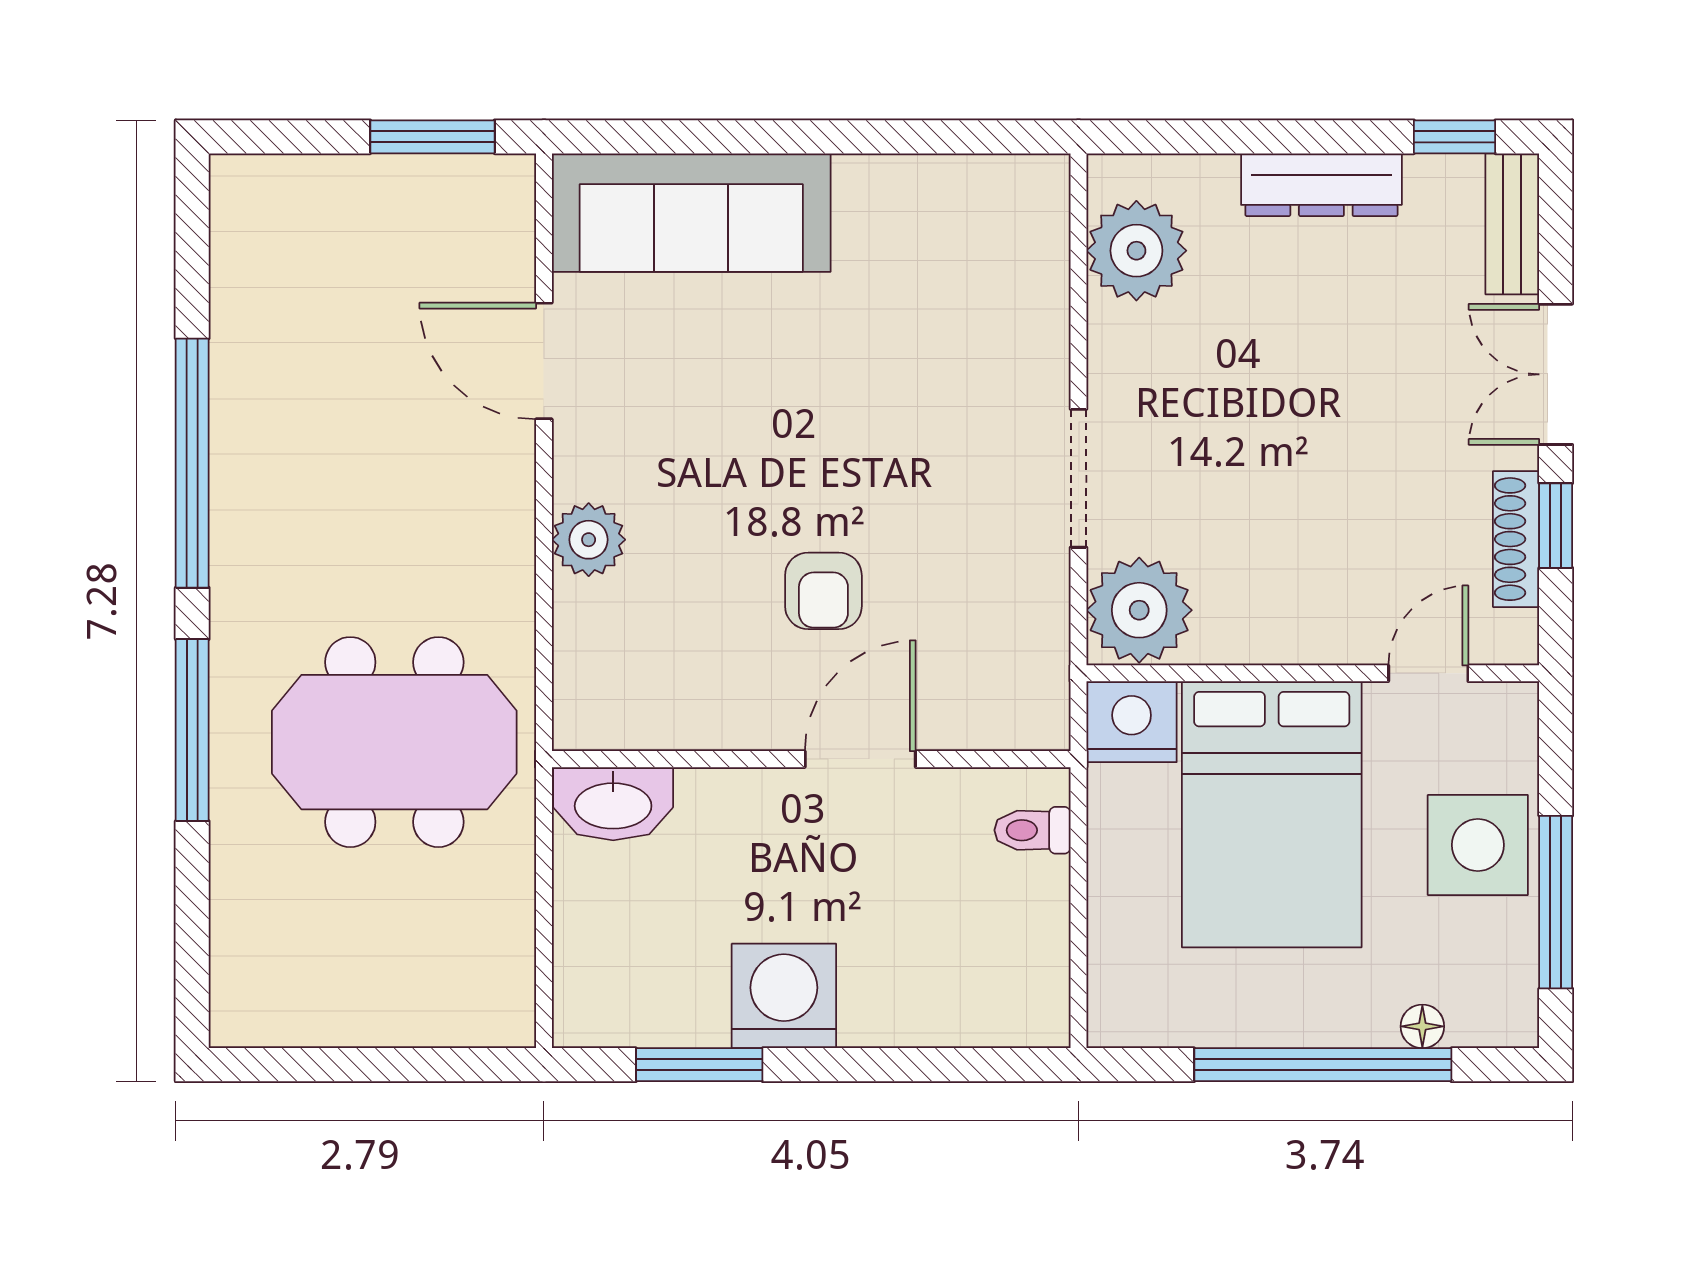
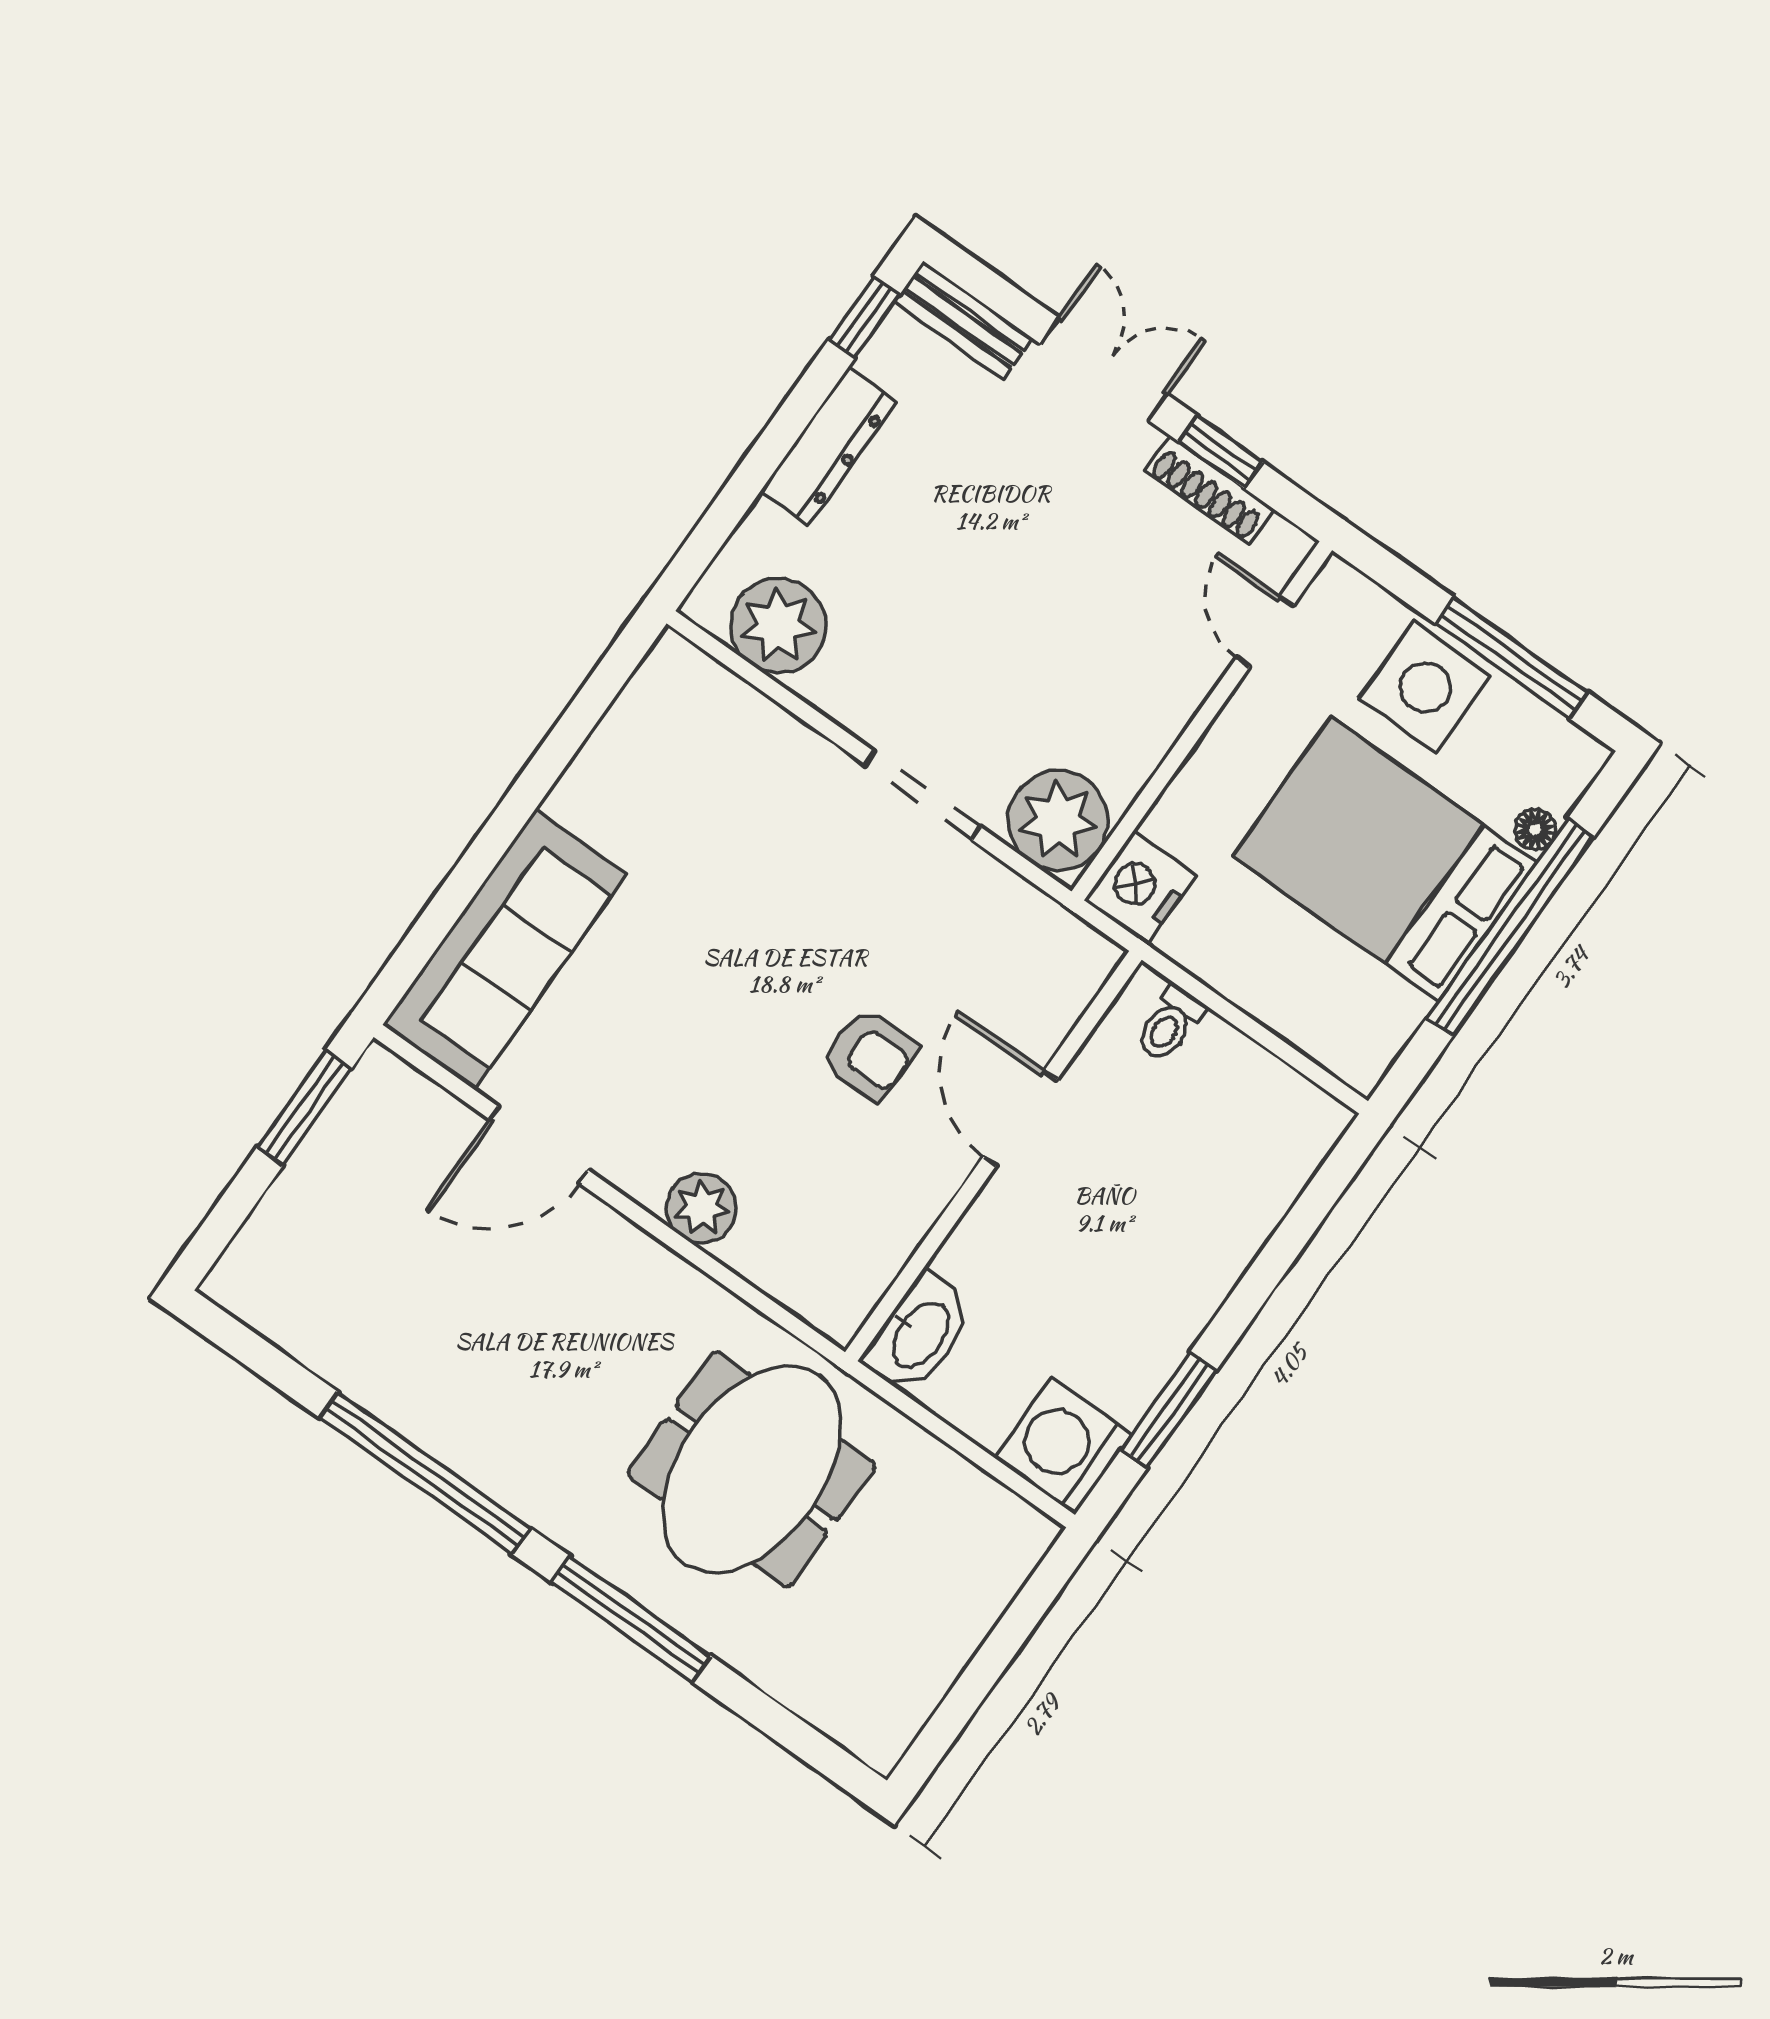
double door: (1556, 374) -> (1103, 369), swing flipped
bed: (1272, 814) -> (1385, 859), moved, turned 180
washing machine: (784, 996) -> (1063, 1446), moved

